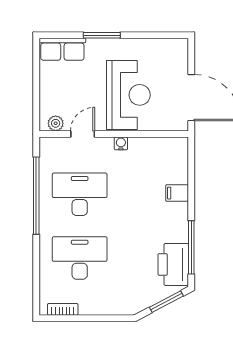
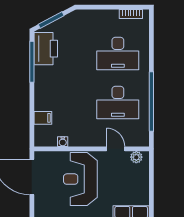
door: (83, 134) -> (116, 149), swing flipped
water cooler: (121, 143) -> (63, 142), moved
filing cabinet: (177, 193) -> (43, 118), moved

